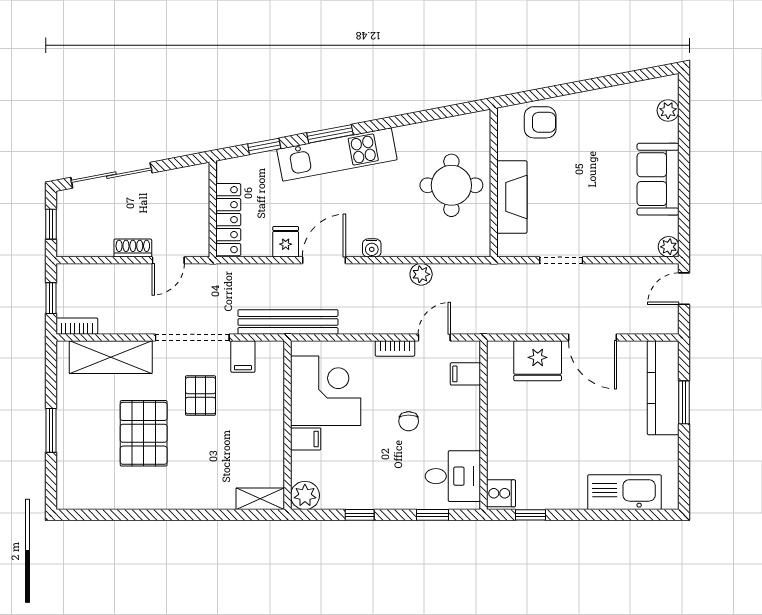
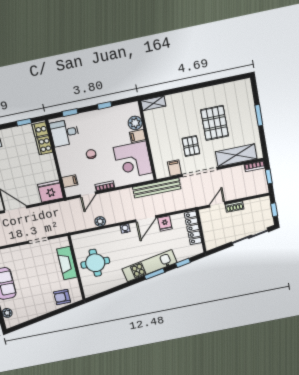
fridge: (538, 361) -> (50, 191), moved
cooker: (501, 459) -> (44, 145), added
plant: (305, 495) -> (135, 123), moved

